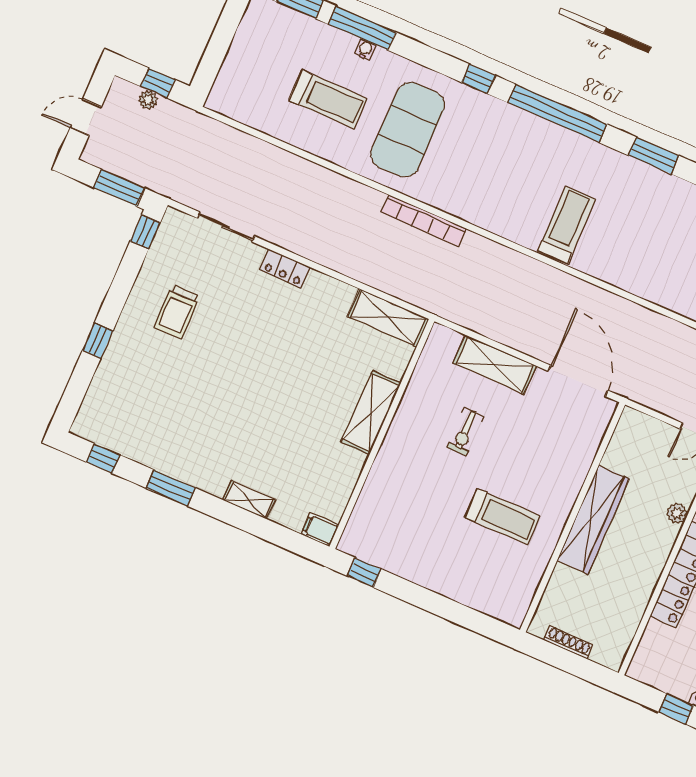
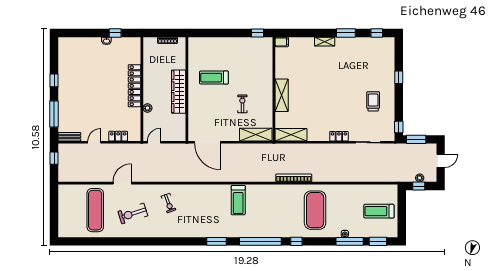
treadmill: (328, 99) -> (379, 211), moved
shelving: (495, 364) -> (256, 135), moved
shelving: (249, 500) -> (325, 42), moved

